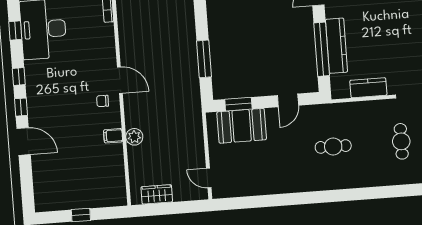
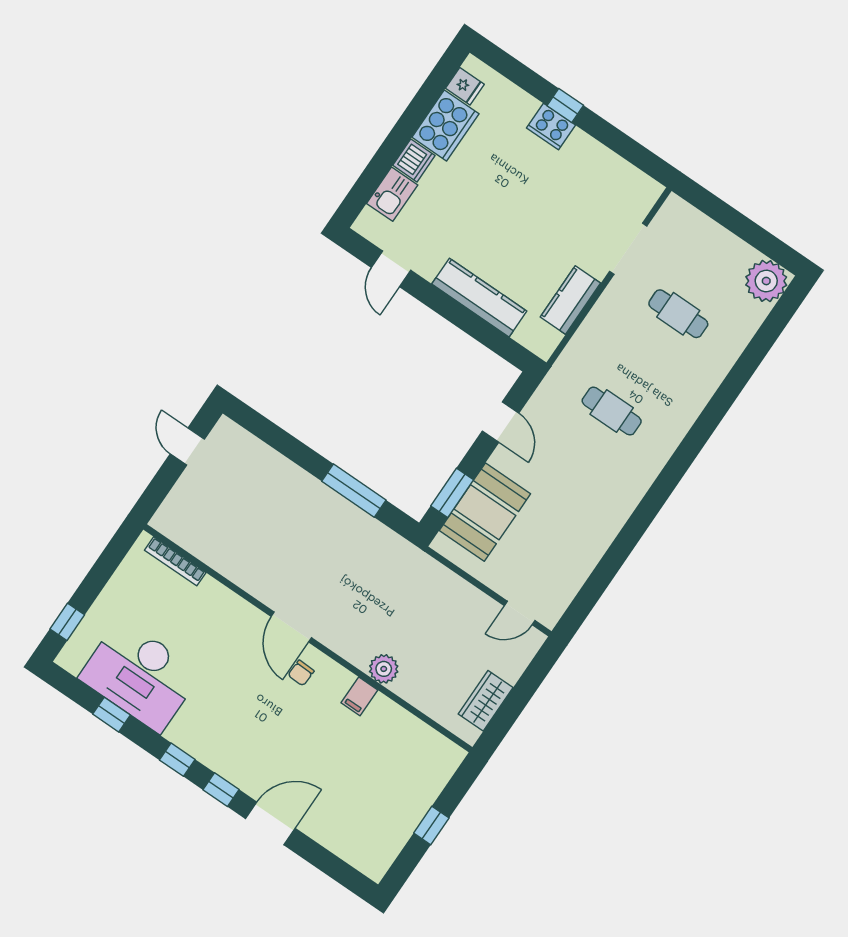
window: (322, 49) -> (468, 322), removed
door: (120, 80) -> (291, 627), swing flipped
cafe table: (333, 146) -> (612, 411), turned 90

